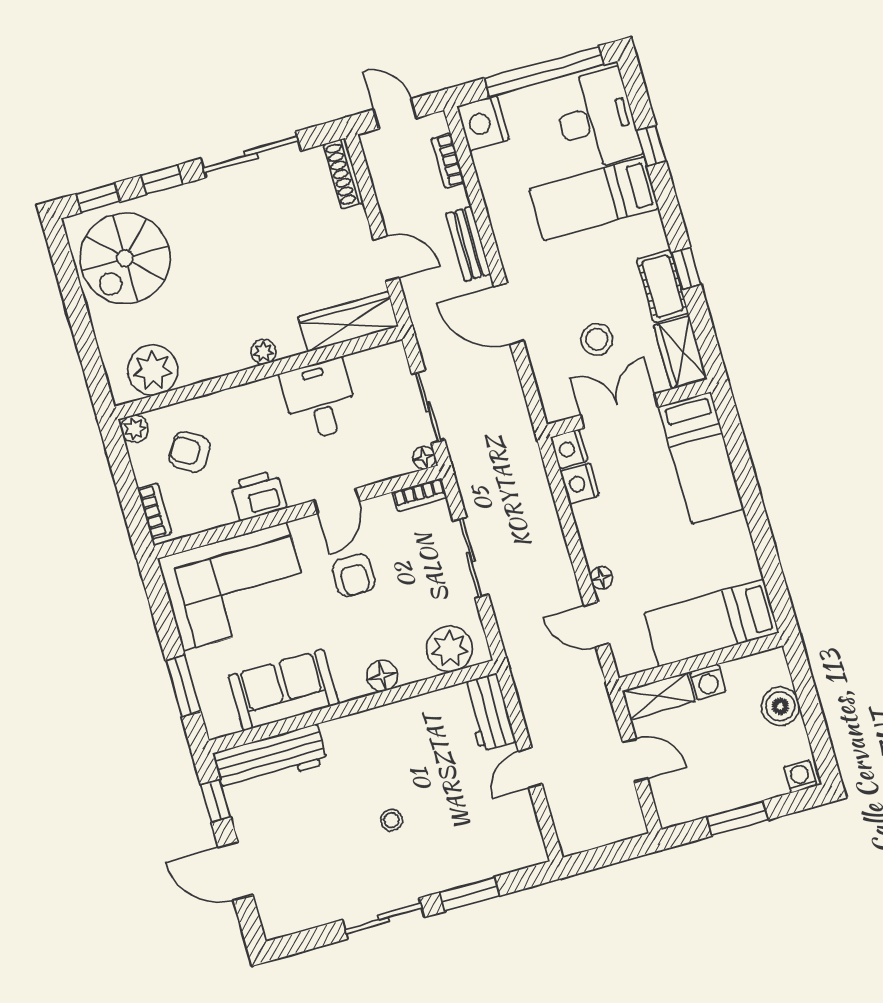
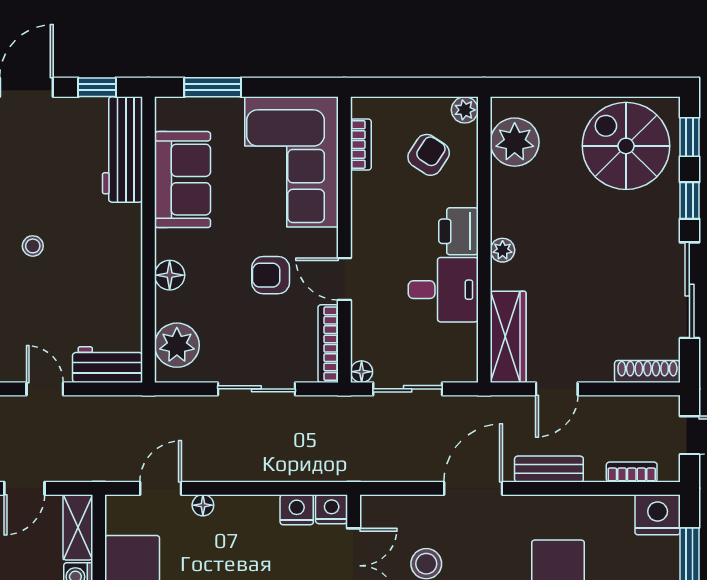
printer: (258, 495) -> (458, 231), moved, turned 180
bookcase: (420, 495) -> (328, 344), width x1.56
bookcase: (155, 511) -> (361, 144), moved, turned -90

